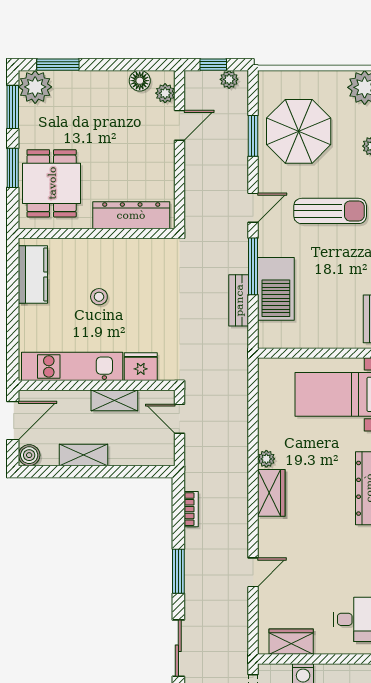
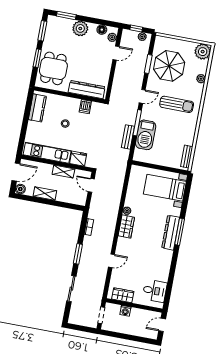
plant: (35, 87) -> (80, 28), moved
dishwasher: (135, 252) -> (85, 107), added

